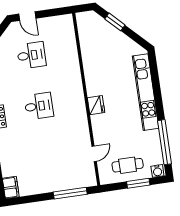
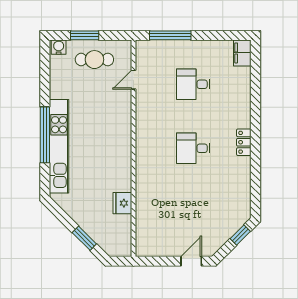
door: (27, 16) -> (191, 261), hinge flipped
desk: (31, 55) -> (193, 84), moved
fridge: (96, 105) -> (122, 203), moved
window: (164, 142) -> (45, 135), moved

